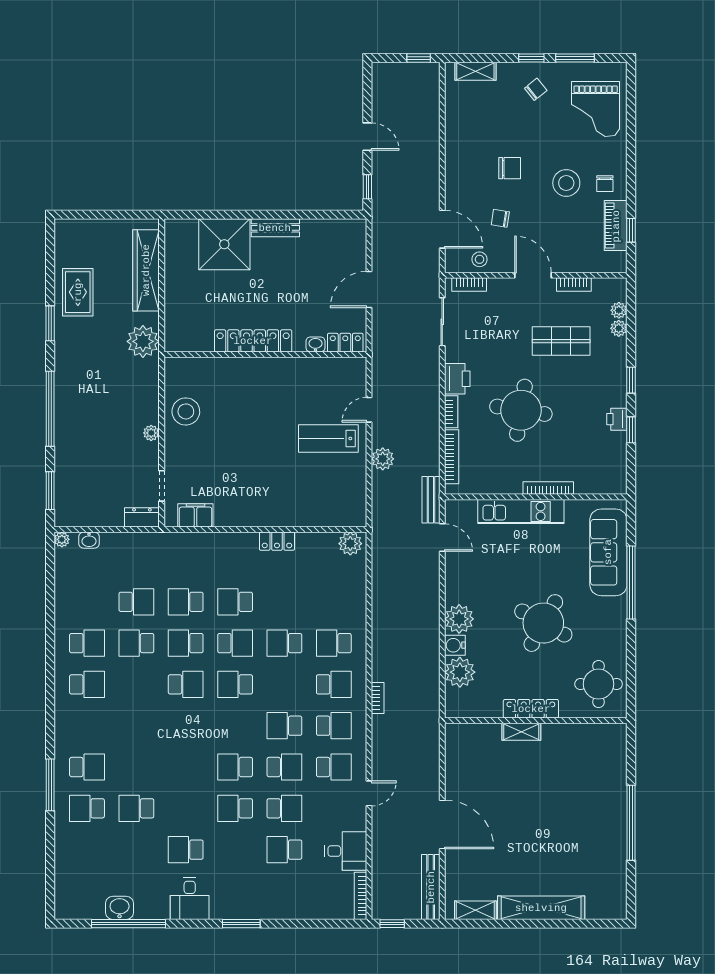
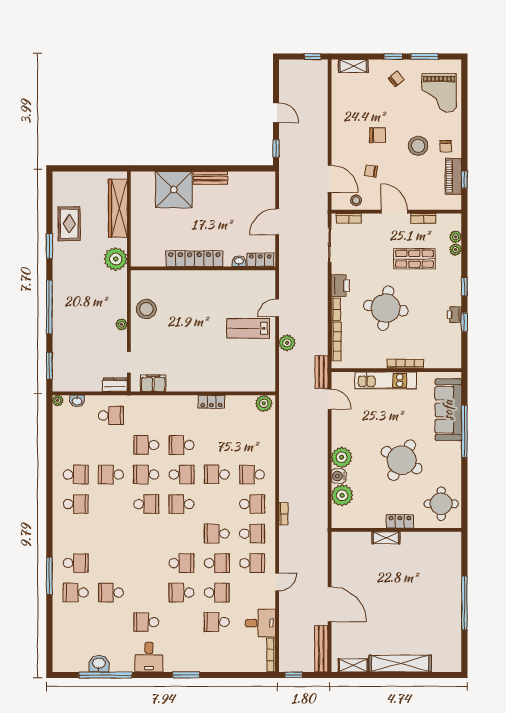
school desk: (136, 602) -> (111, 416), moved
locker: (531, 709) -> (400, 521), width x0.66
school desk: (235, 767) -> (181, 563), turned 180

